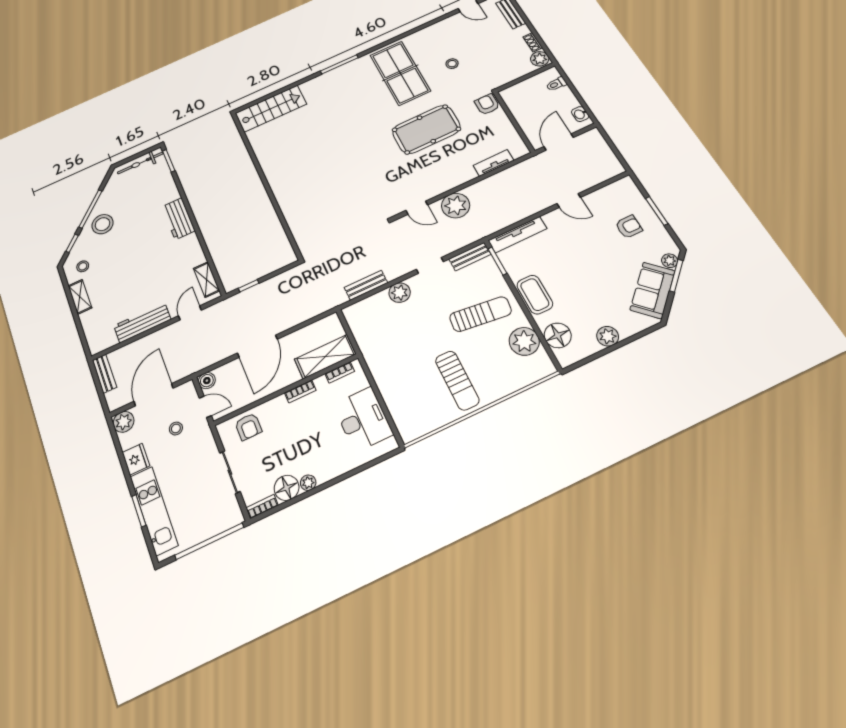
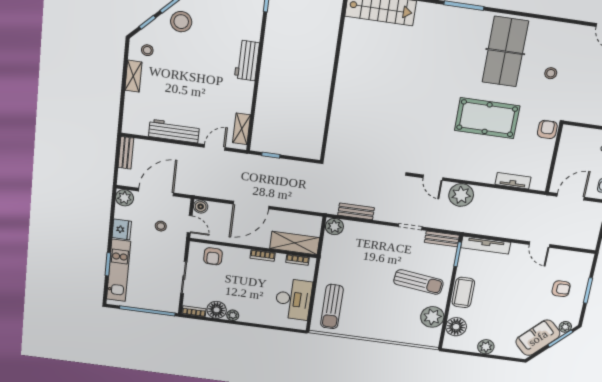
plant: (400, 293) -> (334, 227), moved
sun lounger: (457, 380) -> (332, 307), moved

